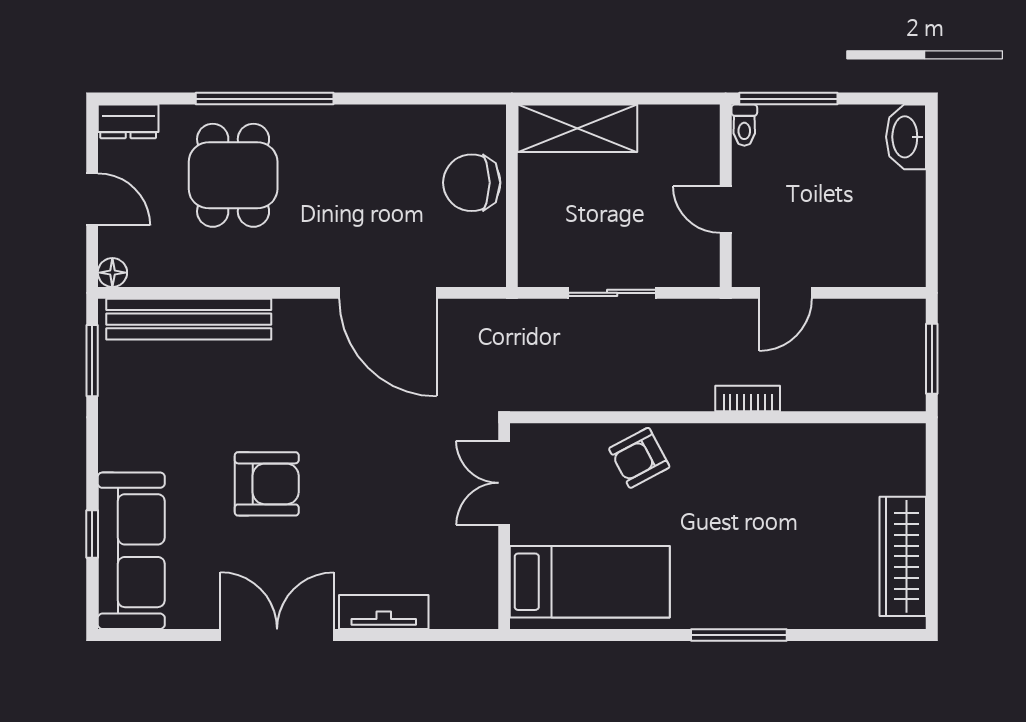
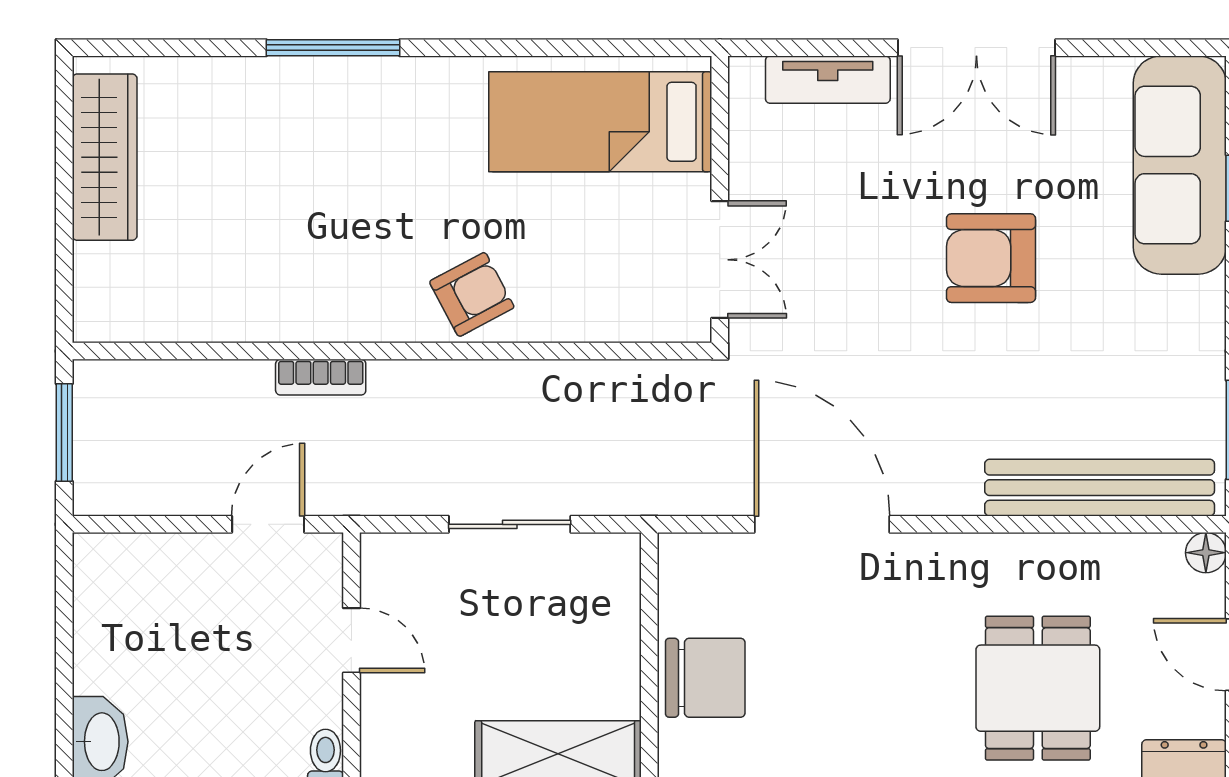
double door: (504, 483) -> (720, 260), moved
wall: (504, 526) -> (720, 199), moved
bed: (590, 582) -> (600, 122), moved

